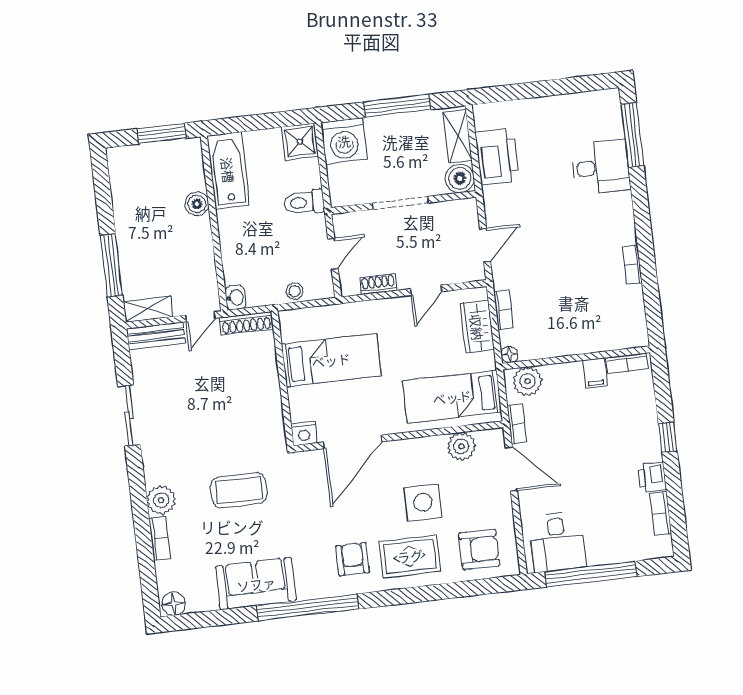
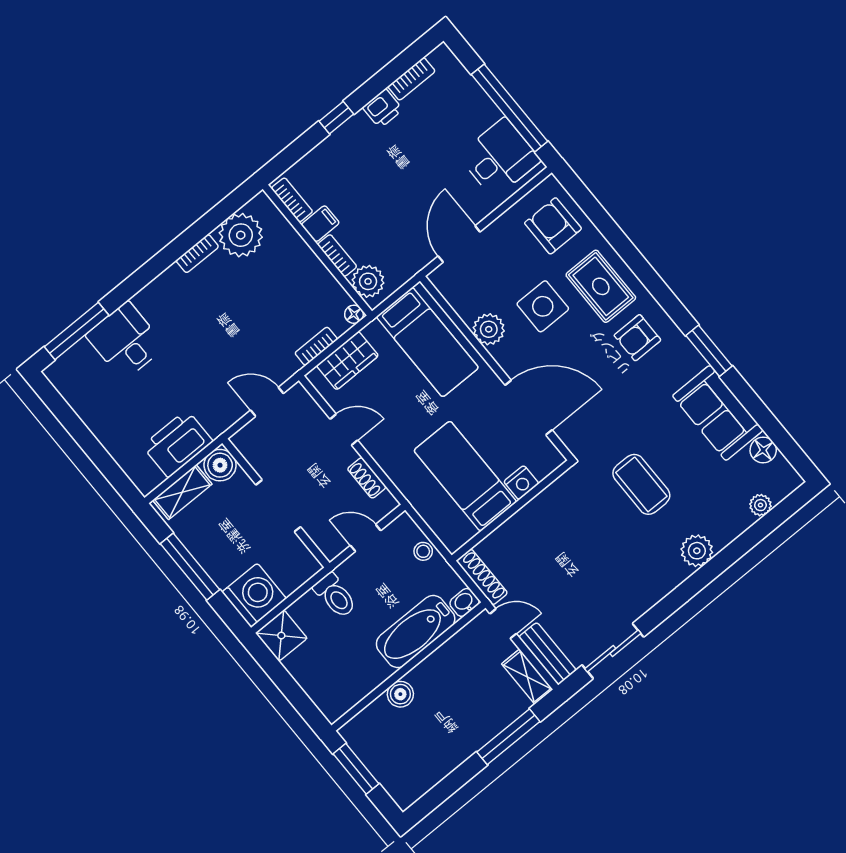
bathtub: (228, 170) -> (416, 632), moved
plant: (625, 307) -> (241, 235), added
sliding door: (129, 416) -> (613, 651), moved
bookcase: (517, 424) -> (337, 256), moved, turned 90
nightstand: (304, 433) -> (521, 483), moved, turned 90
plant: (461, 446) -> (489, 329), moved
bookcase: (160, 538) -> (733, 529), removed
plant: (165, 571) -> (760, 505), added
floor lamp: (174, 604) -> (763, 450), moved
window: (308, 607) -> (709, 351), width x0.47

